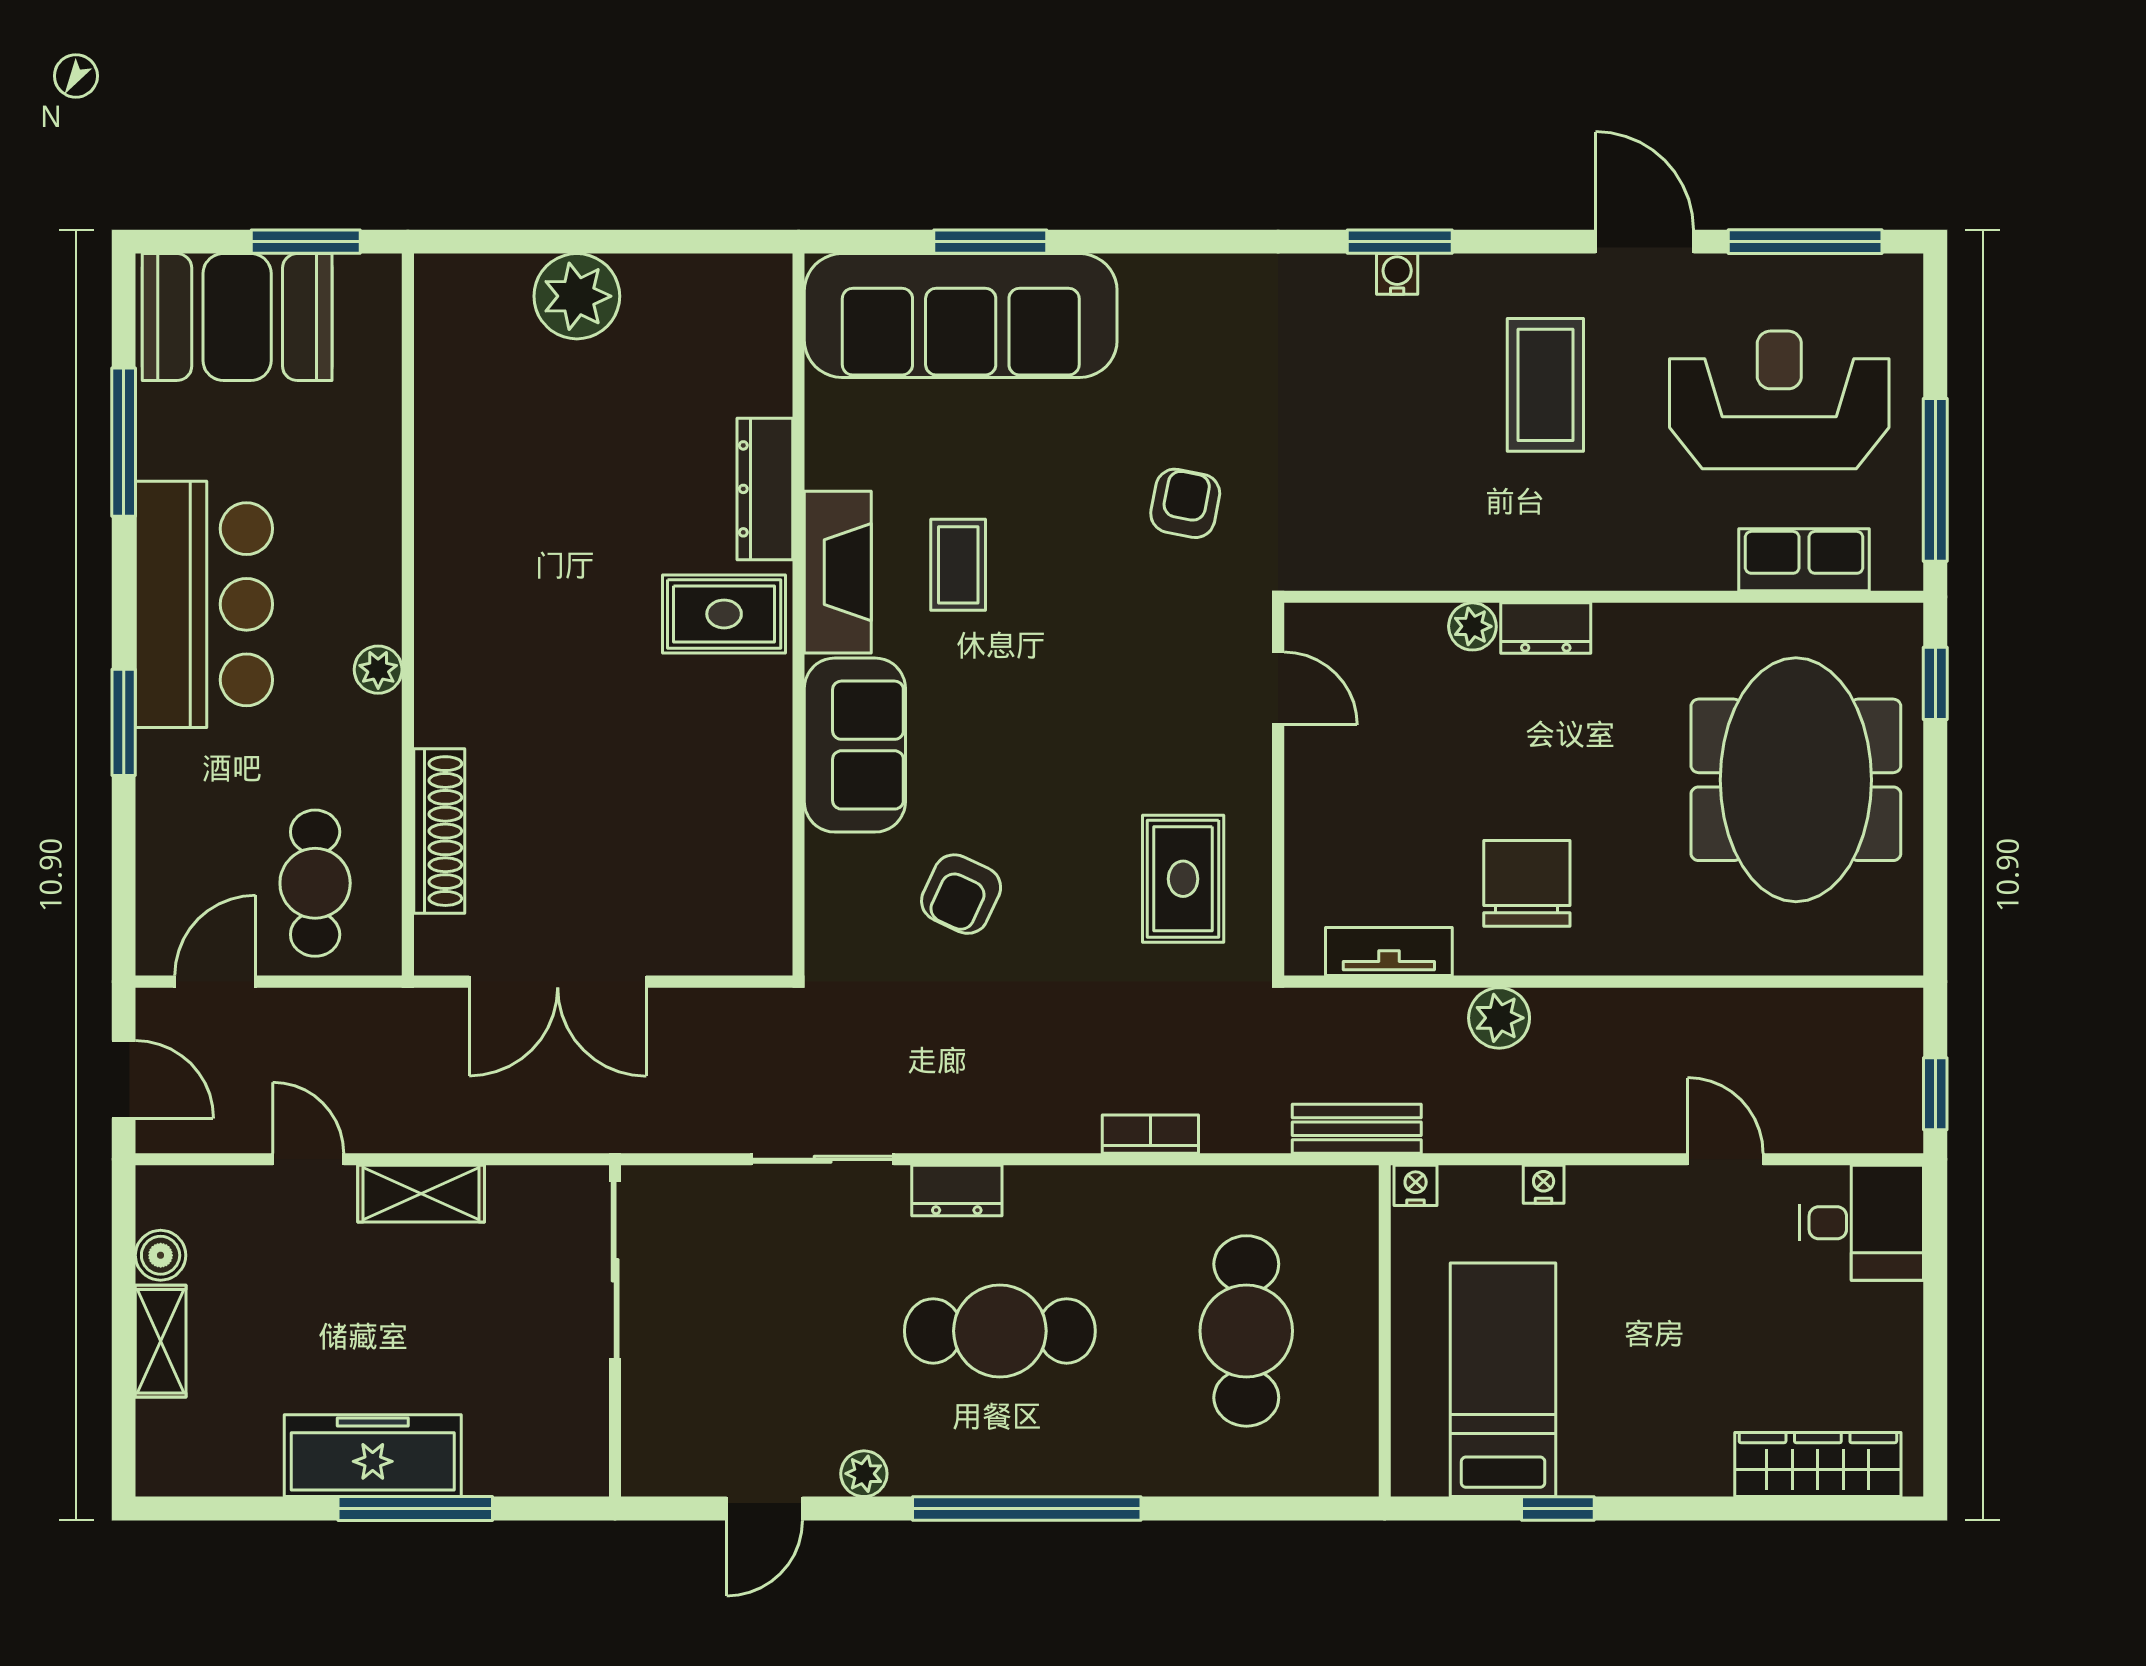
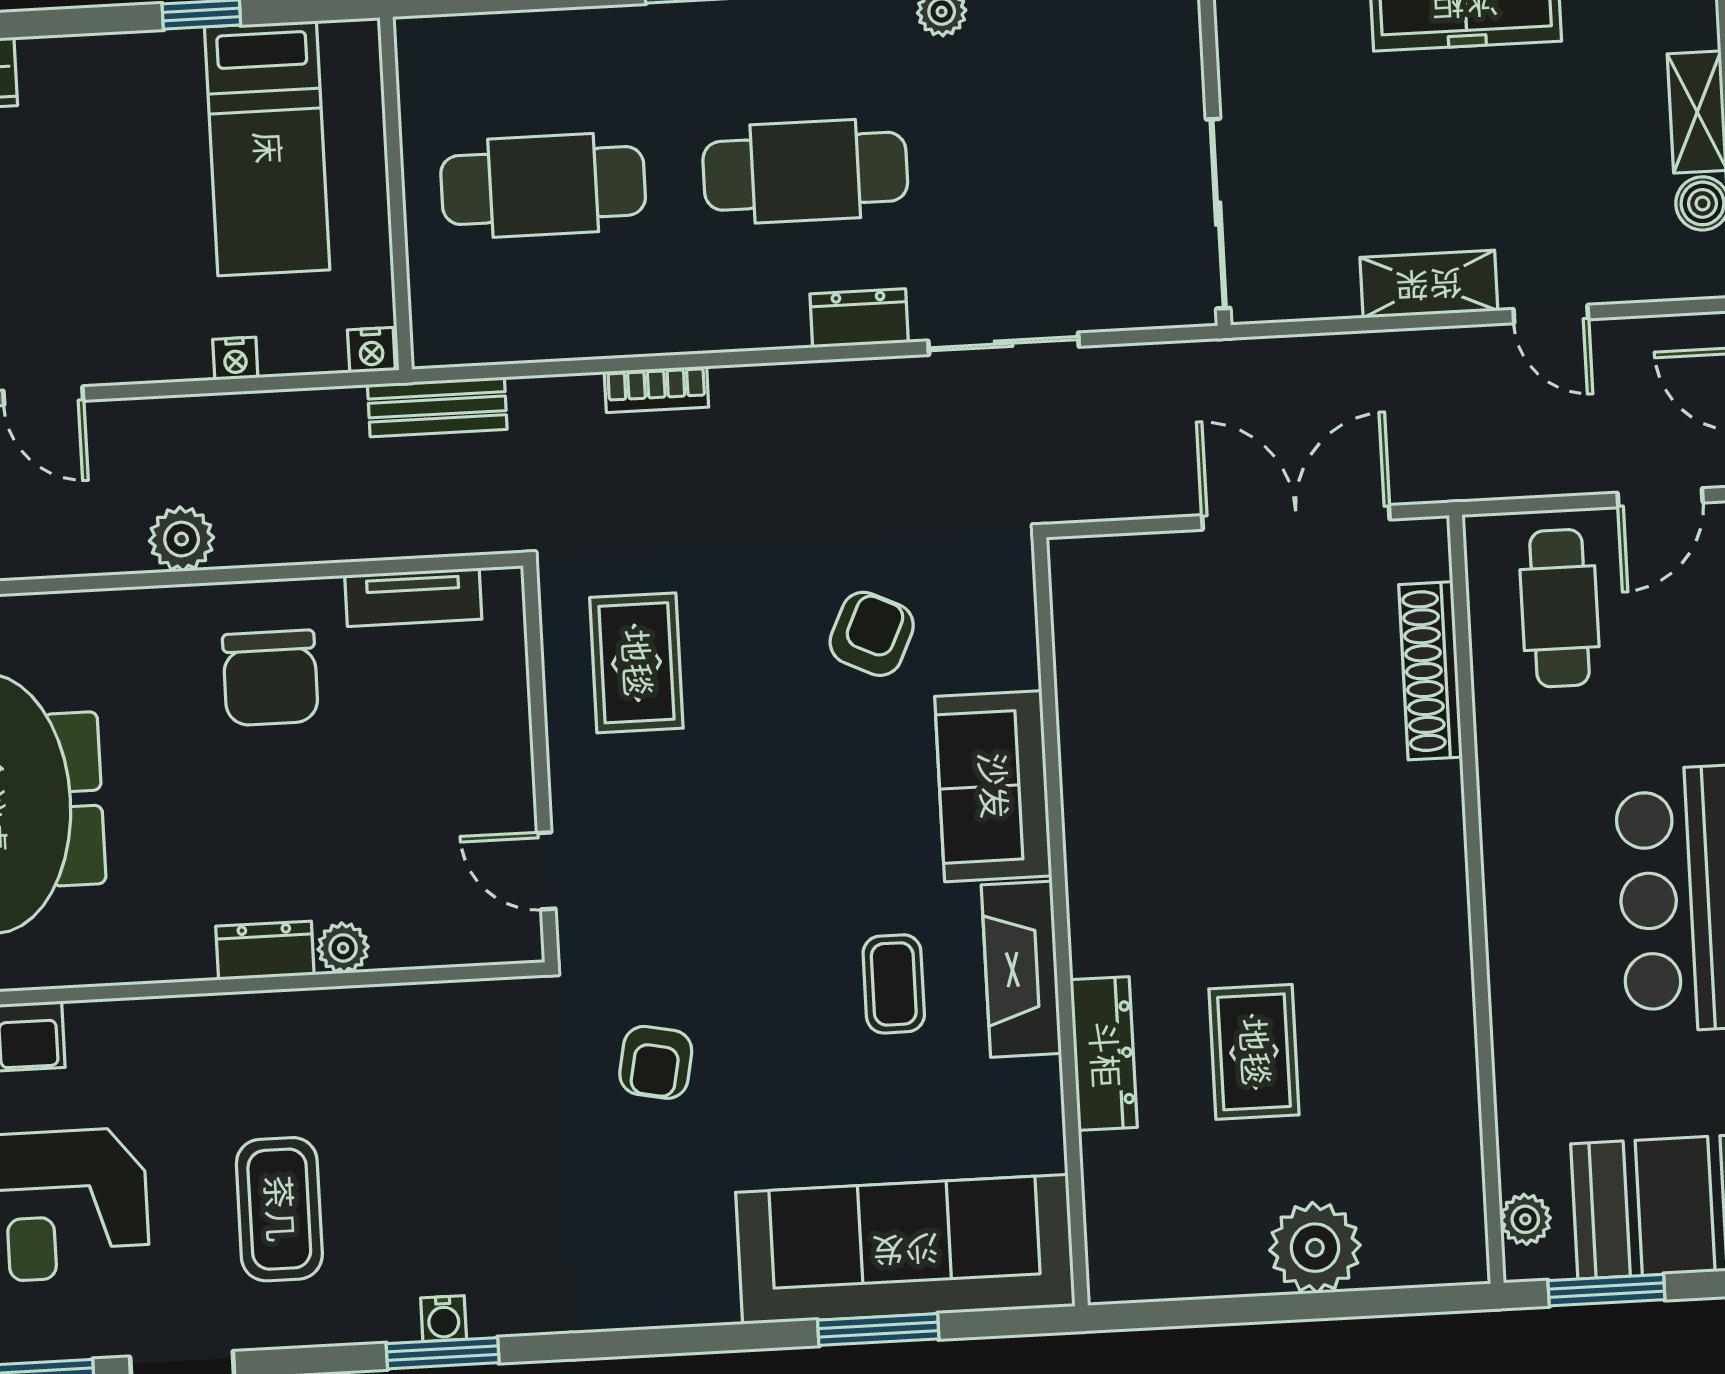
rug: (724, 614) -> (1254, 1052), moved, turned 90
plant: (378, 670) -> (1525, 1219), moved
plant: (1499, 1018) -> (182, 539), moved
cafe table: (1246, 1331) -> (543, 185), turned 90

